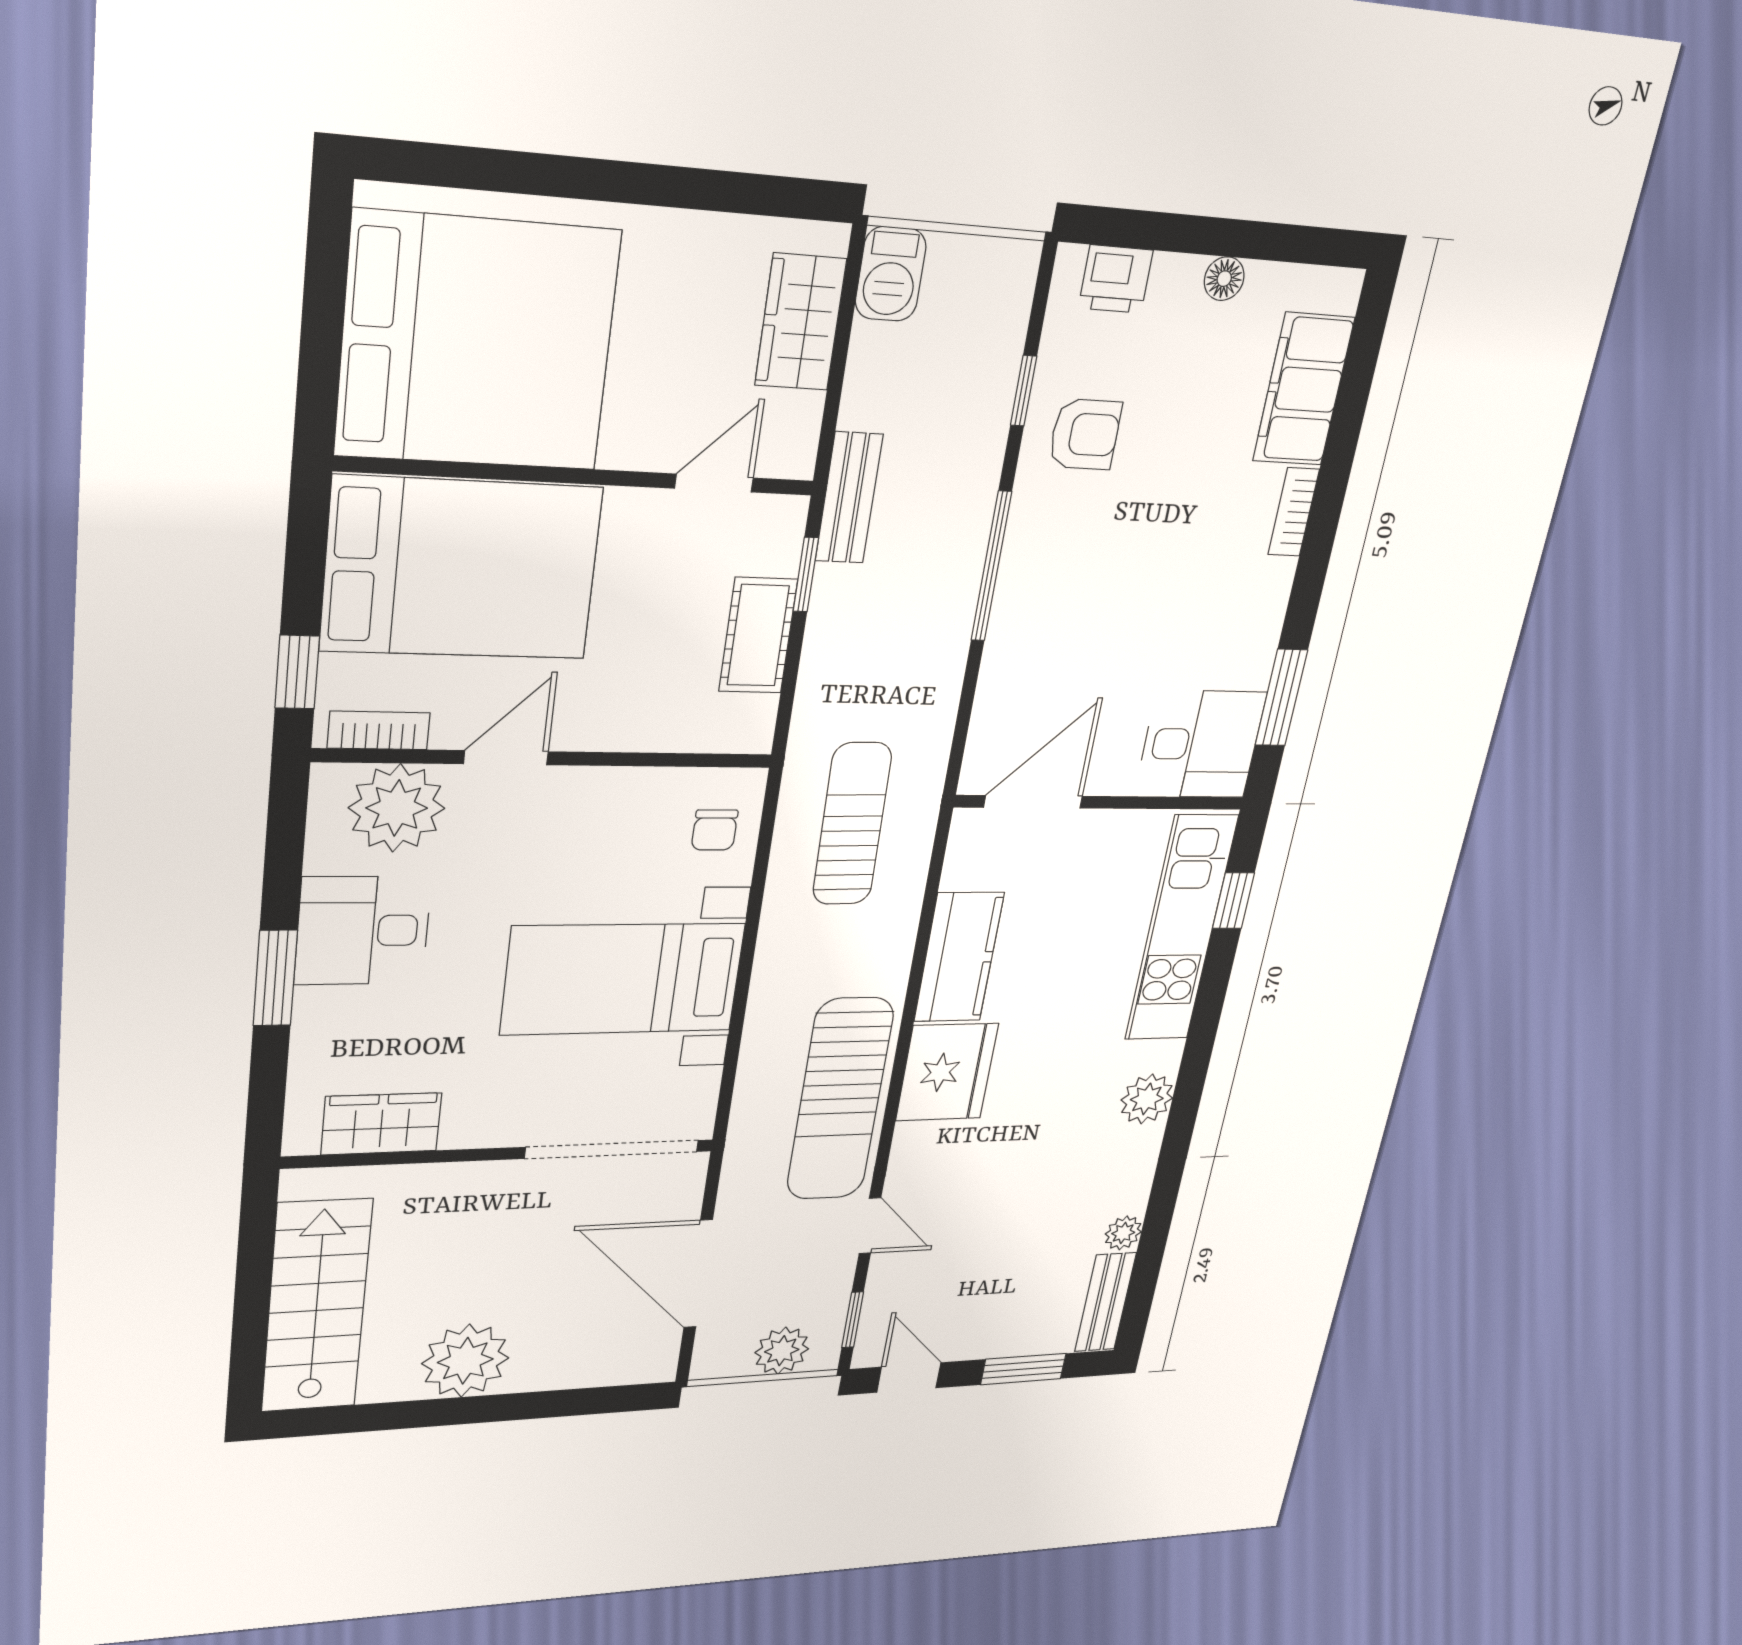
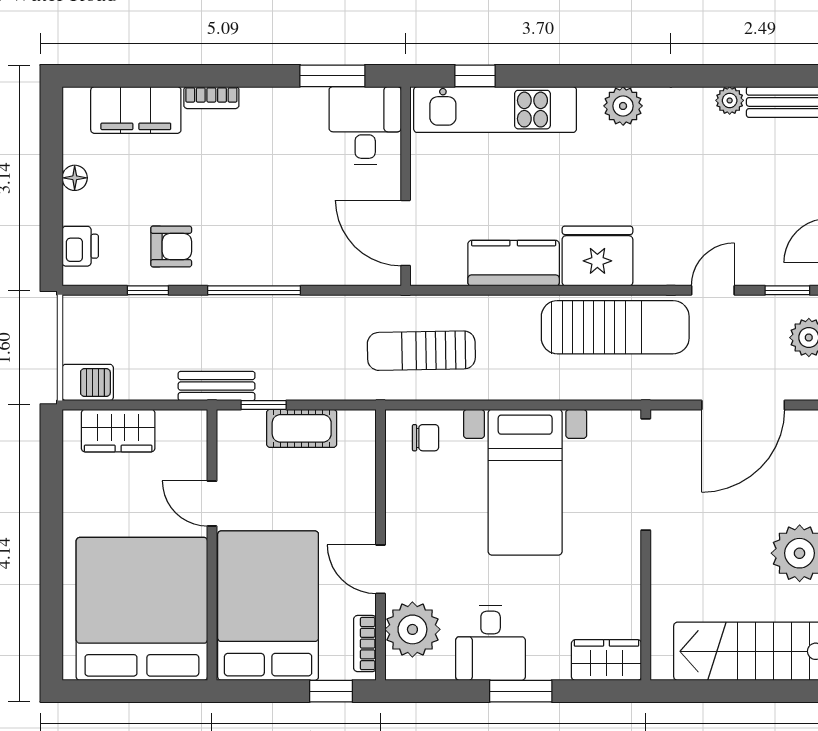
armchair: (1085, 434) -> (171, 246), turned 90
door: (714, 483) -> (212, 504), moved
wardrobe: (381, 1124) -> (606, 660), moved, turned 90

